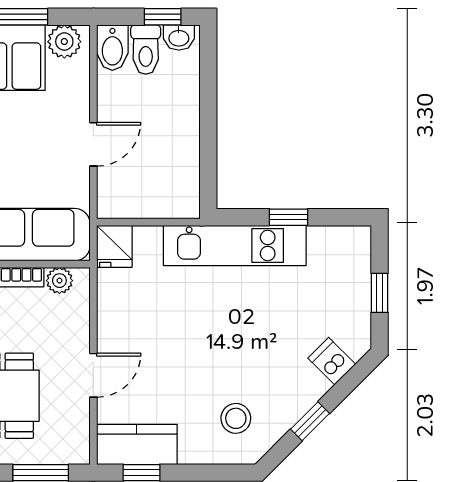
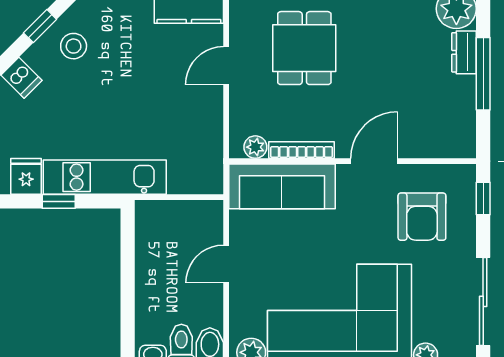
fridge: (114, 246) -> (26, 176), moved
stool: (236, 418) -> (74, 46), moved

